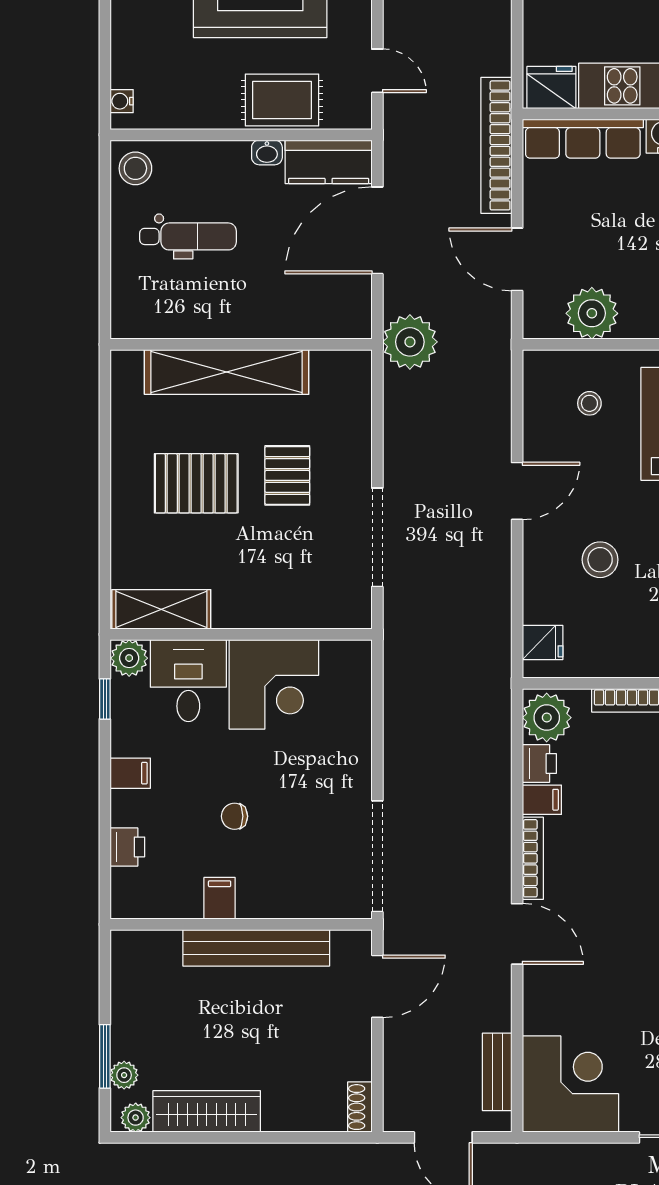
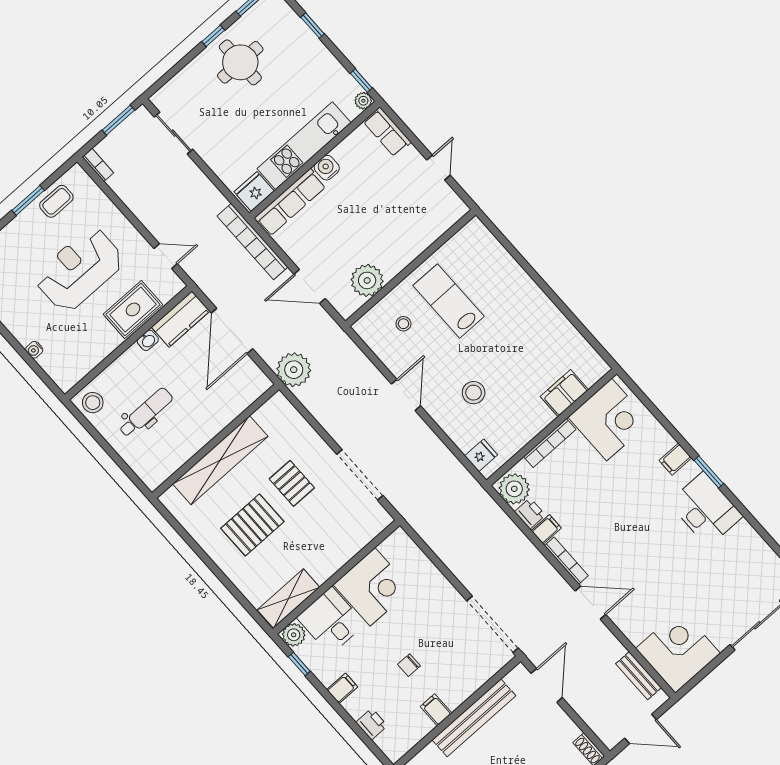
water cooler: (122, 101) -> (34, 350), moved

